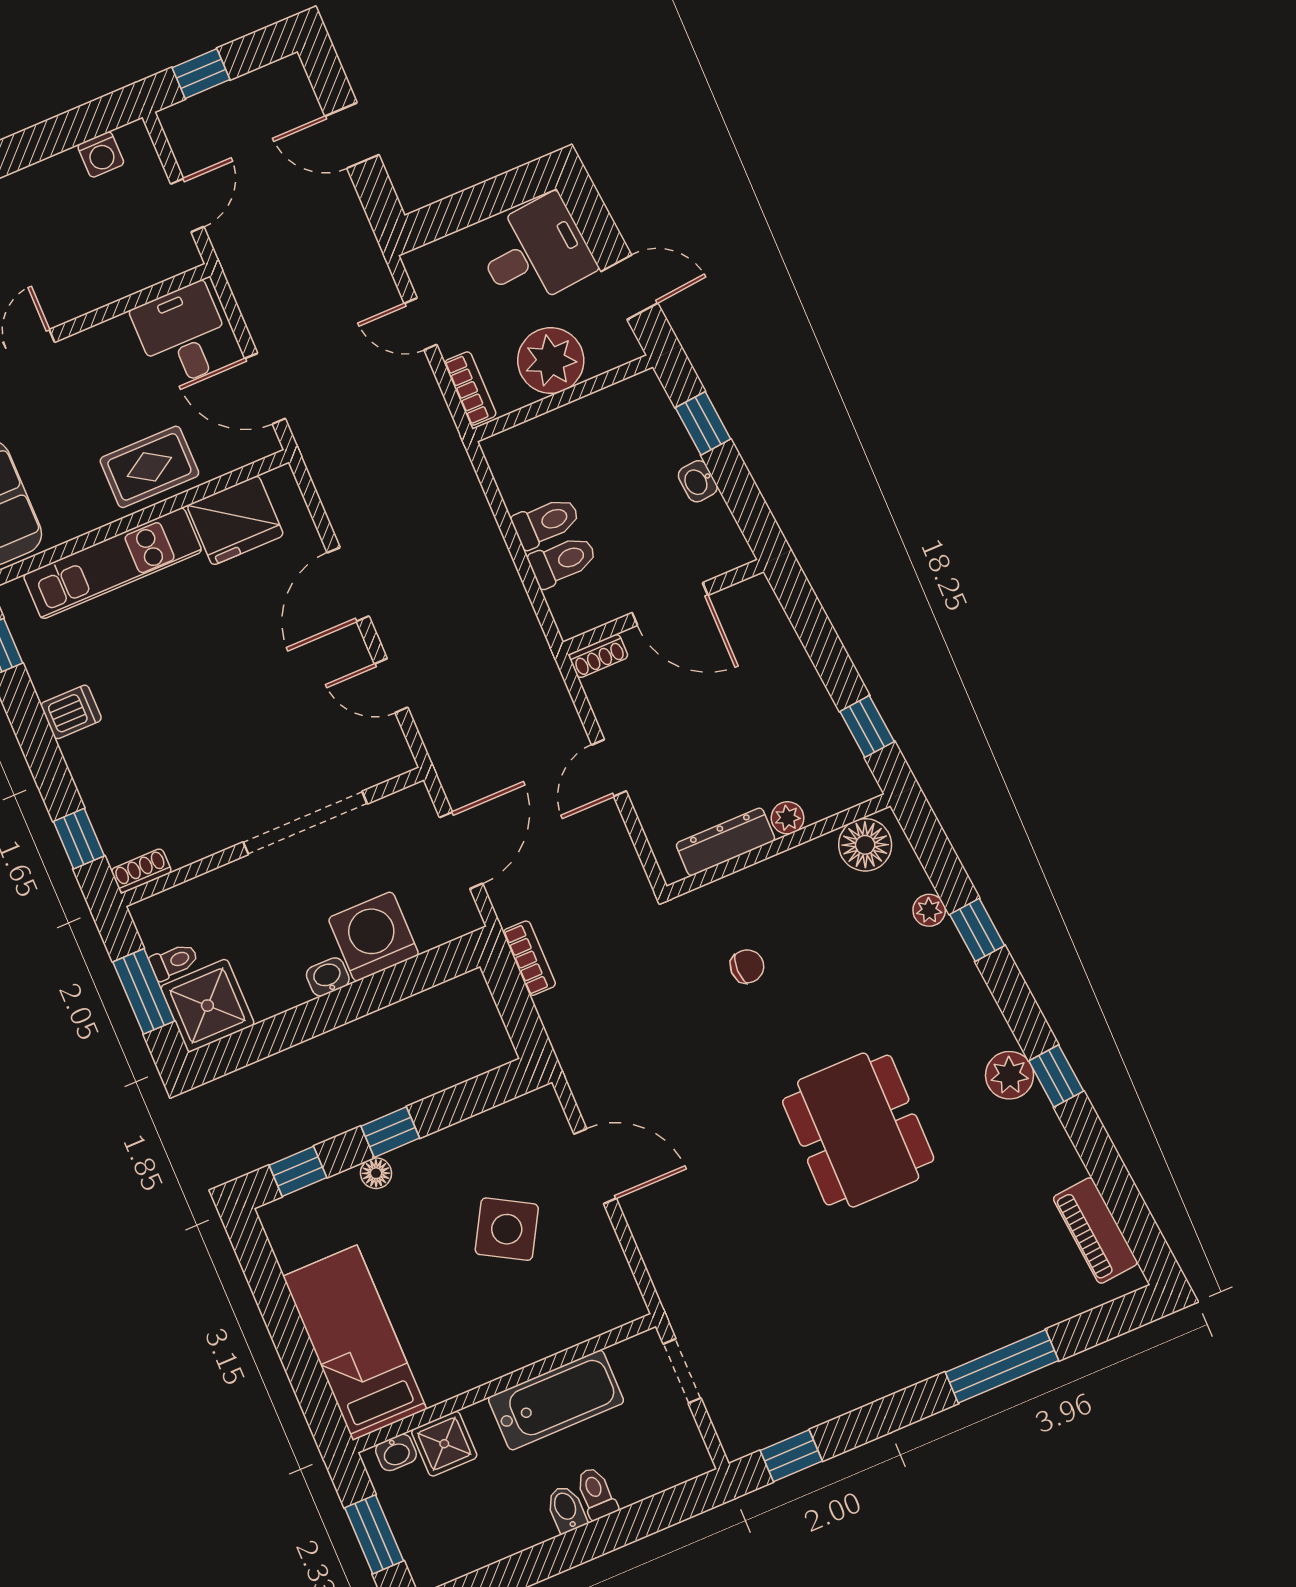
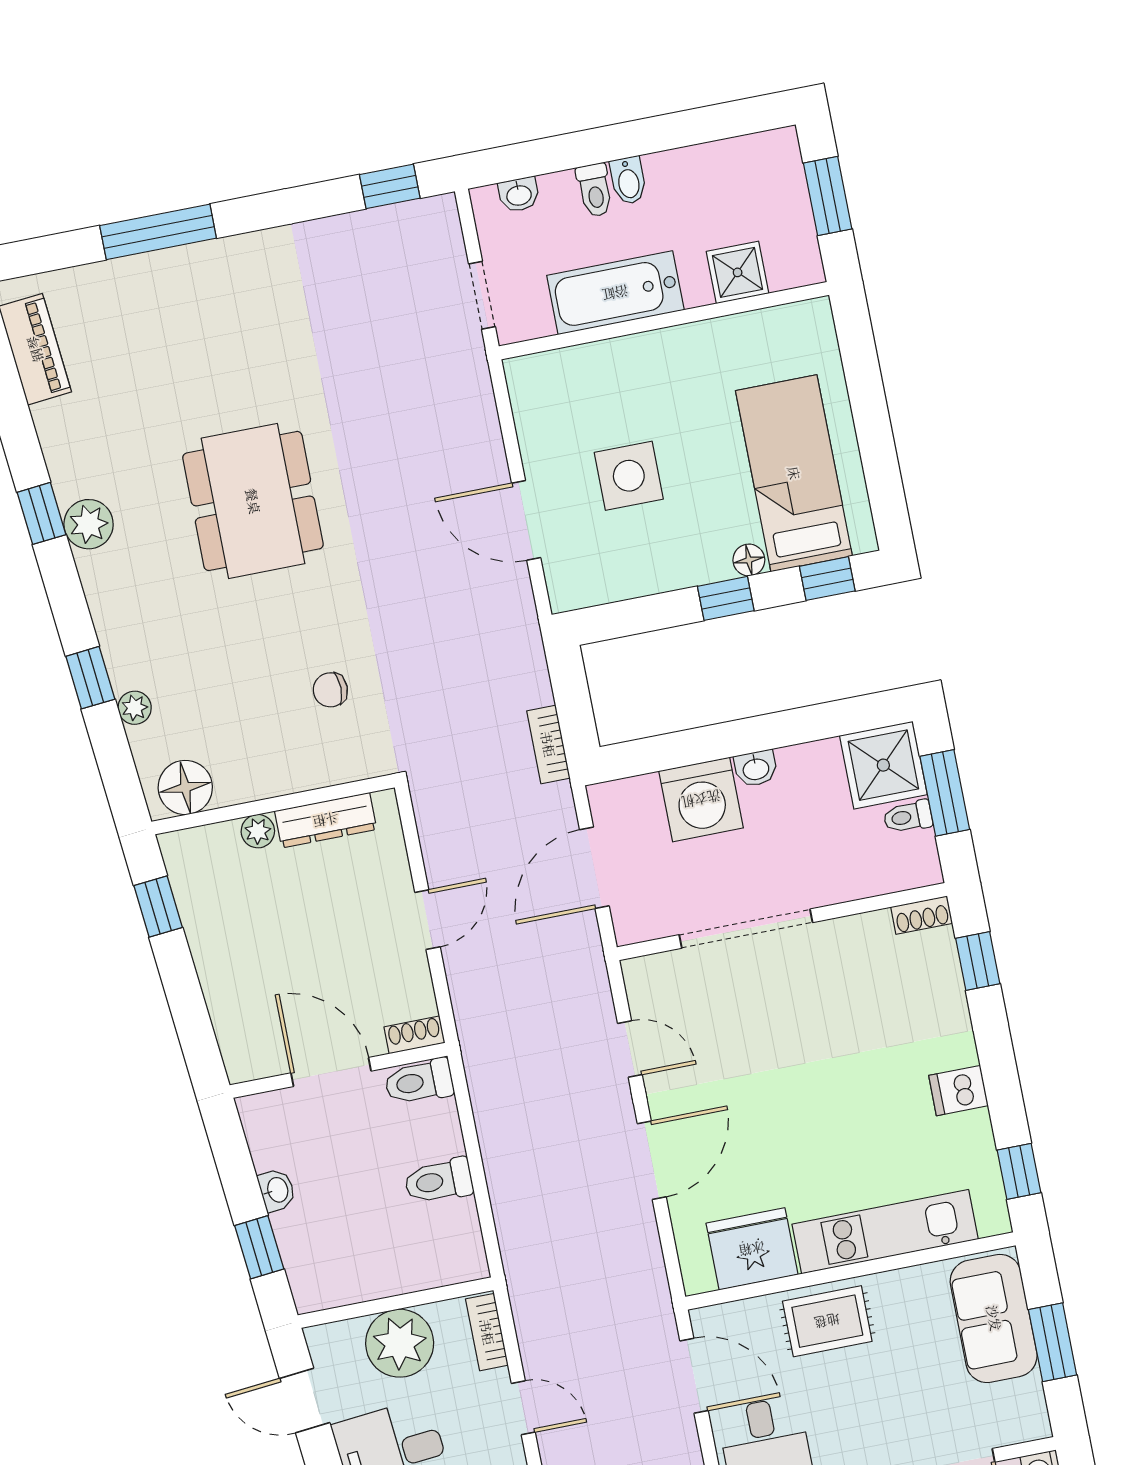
toilet: (563, 561) -> (419, 1082), moved
side table: (507, 1229) -> (629, 476), turned -30
bed: (355, 1343) -> (794, 473), moved, turned 180
washbasin: (396, 1452) -> (519, 195), moved, turned 180

